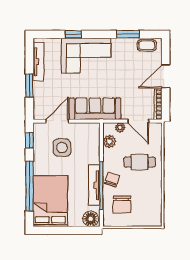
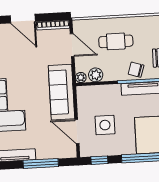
window: (29, 86) -> (41, 163), width x1.44
door: (138, 121) -> (72, 45), hinge flipped
plant: (120, 127) -> (81, 78), moved
cafe table: (140, 162) -> (116, 41), turned 90

